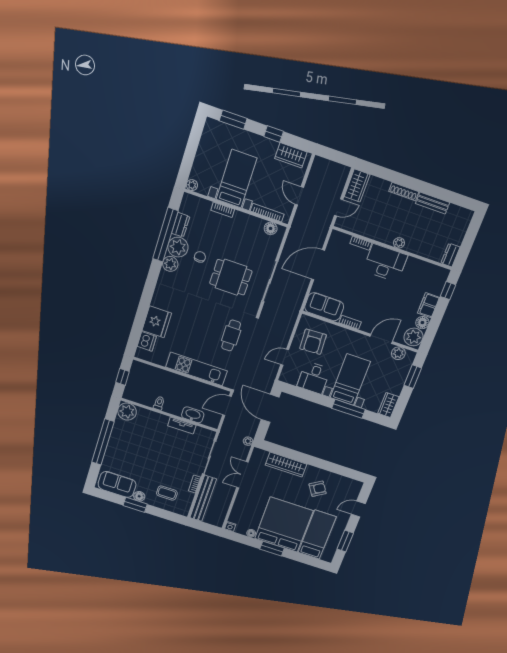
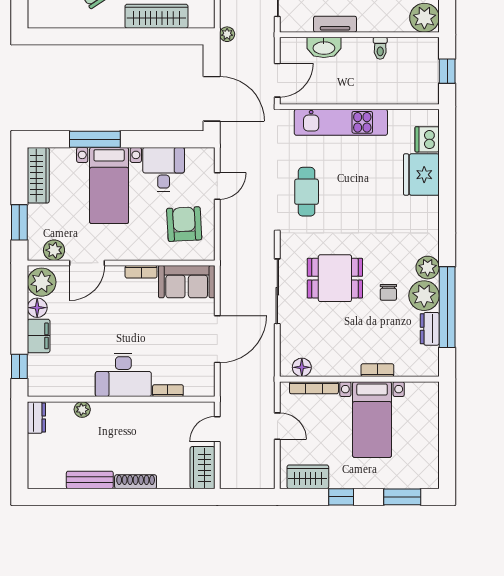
plant: (192, 185) -> (431, 390), removed
plant: (399, 243) -> (82, 409), moved
wardrobe: (388, 405) -> (38, 175), width x1.50

